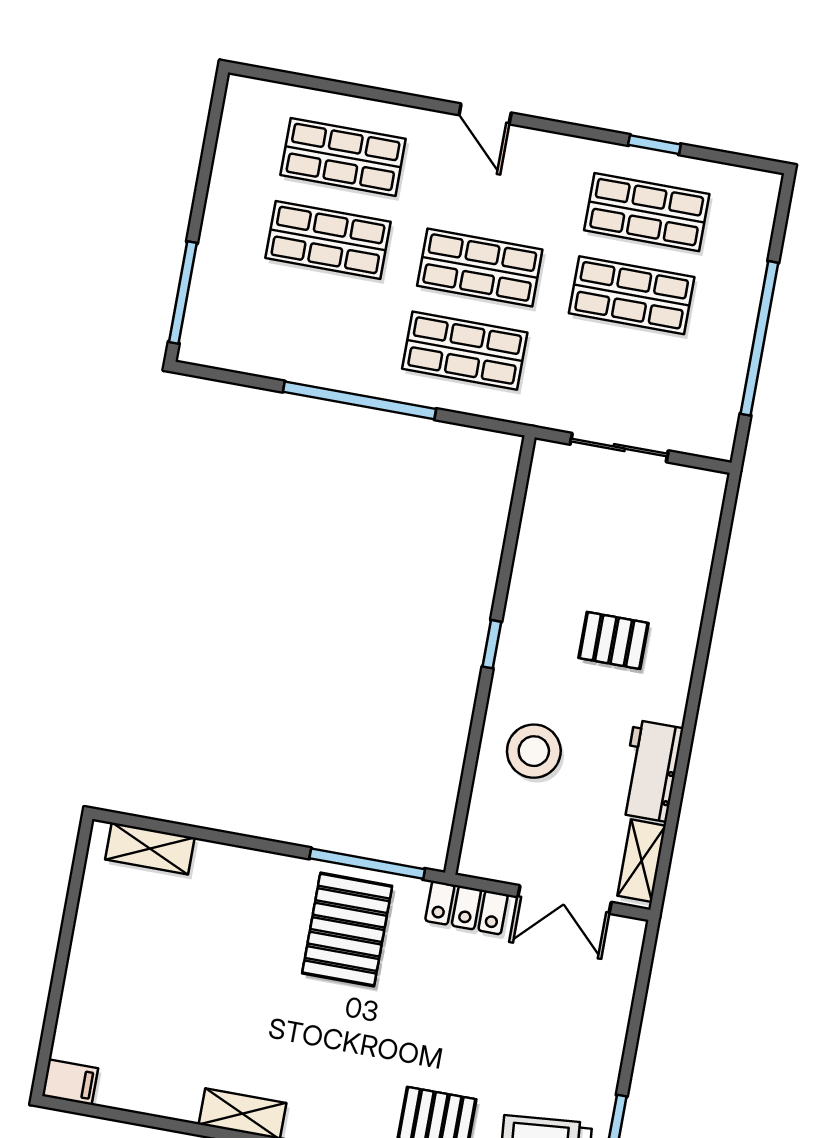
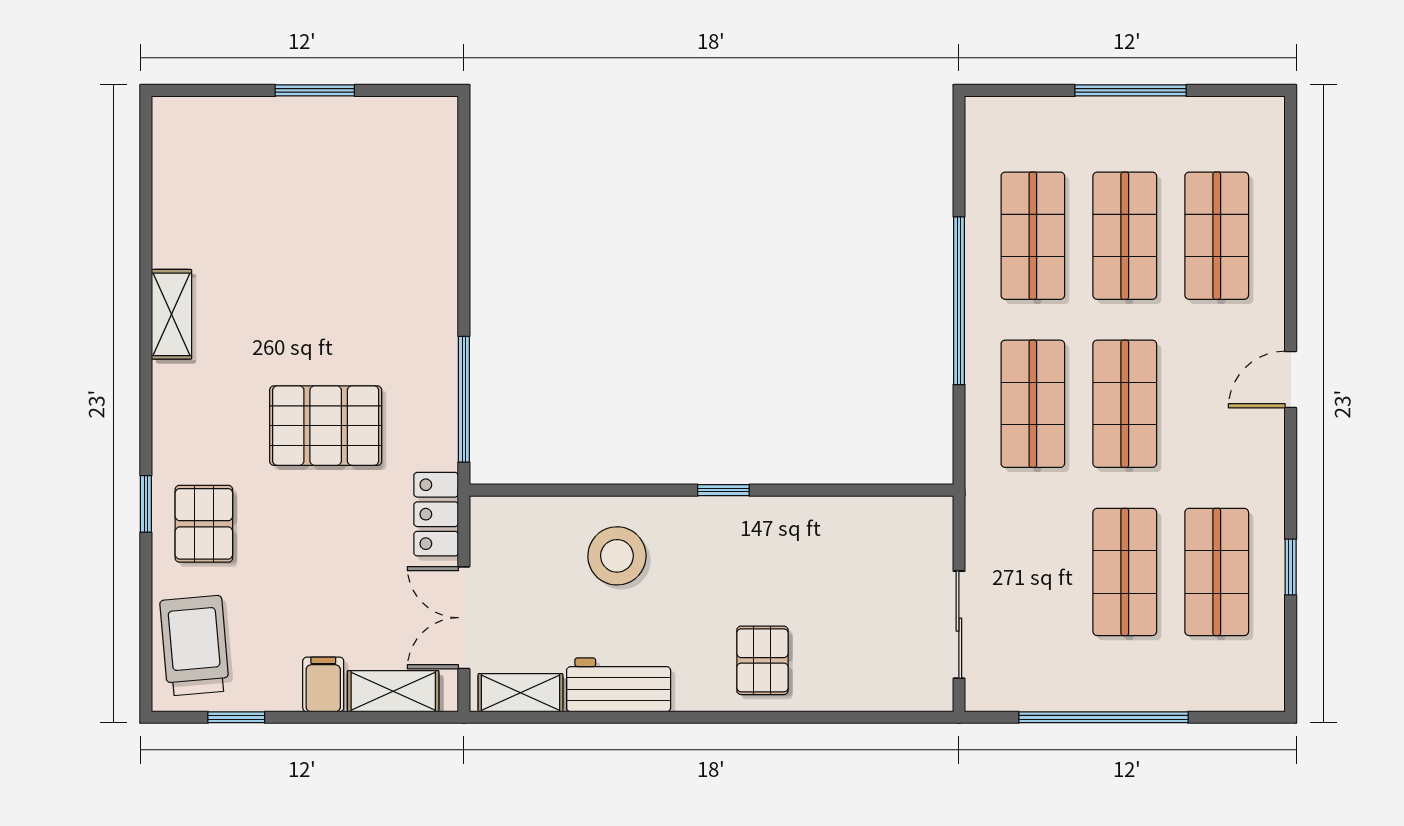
window: (183, 292) -> (1130, 90), moved
shop shelf: (313, 323) -> (1033, 236), added
sliding door: (619, 448) -> (959, 625), moved
pallet: (614, 640) -> (762, 660), moved
shelving: (150, 849) -> (393, 691), moved, turned 90
pallet: (347, 930) -> (326, 426), moved
window: (64, 948) -> (315, 90), added
filing cabinet: (70, 1082) -> (323, 684), moved, turned 180

